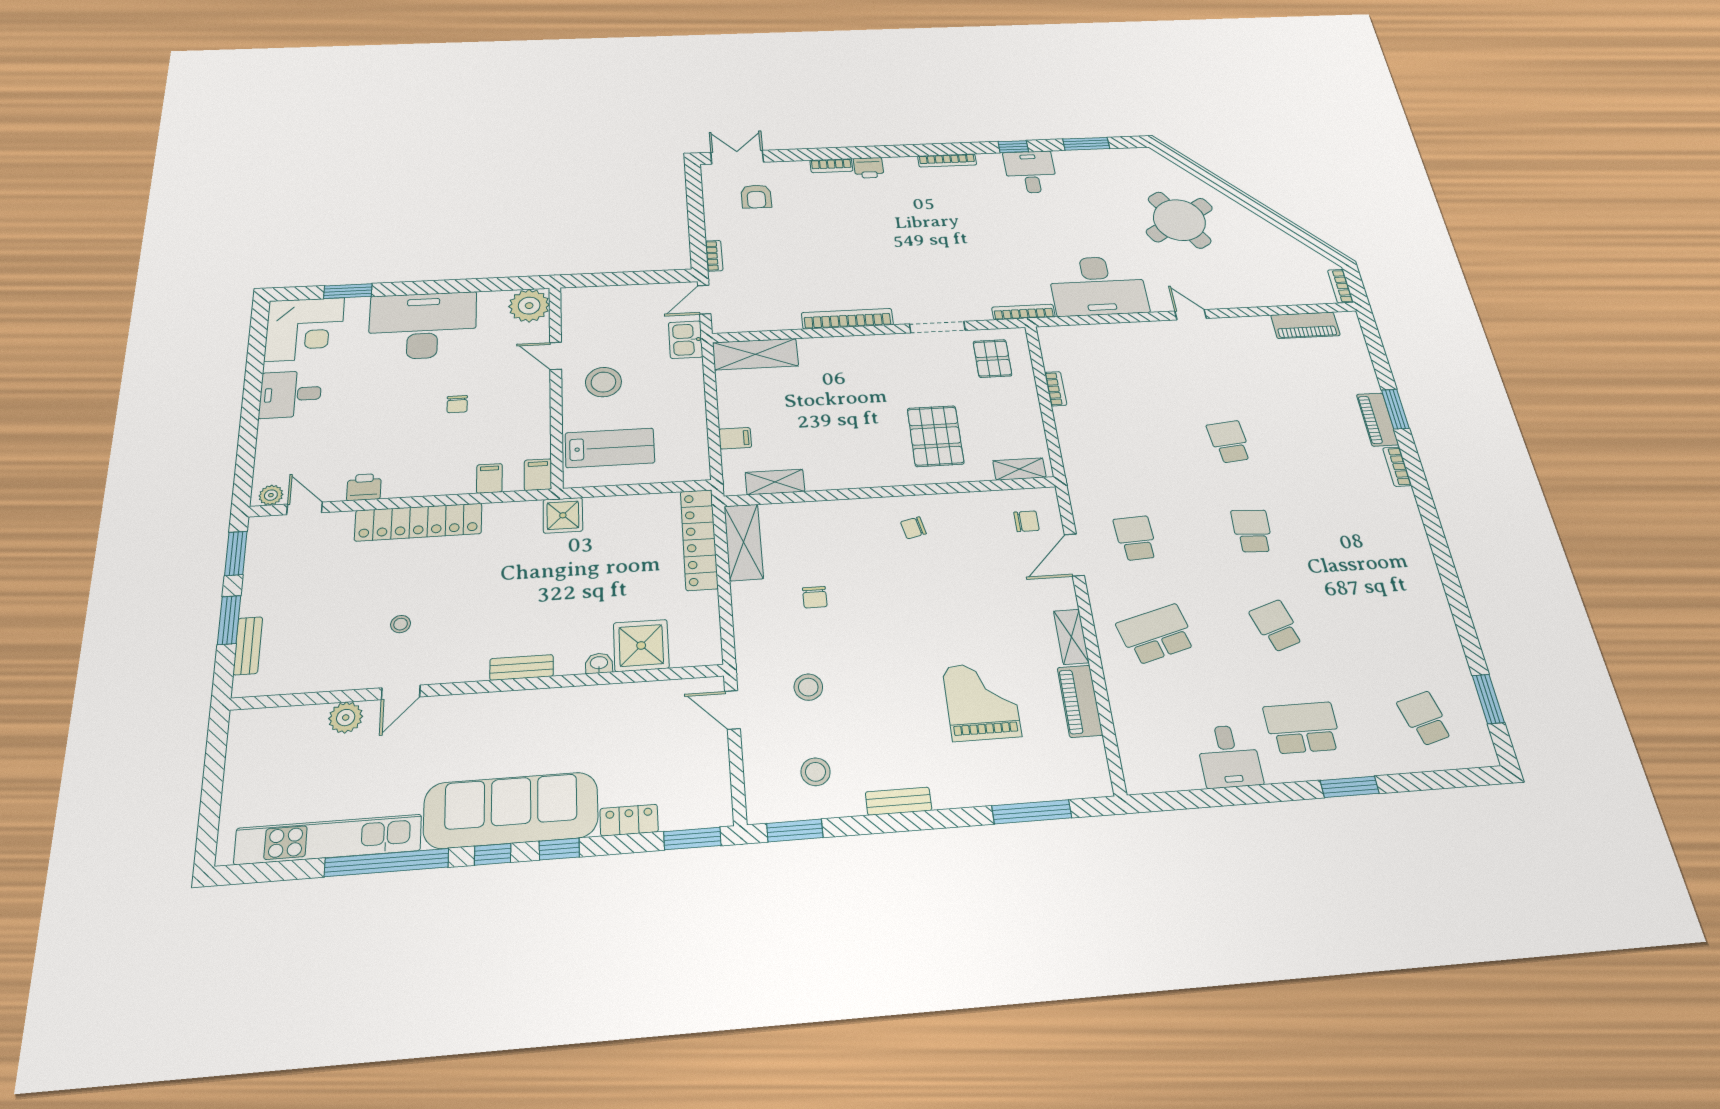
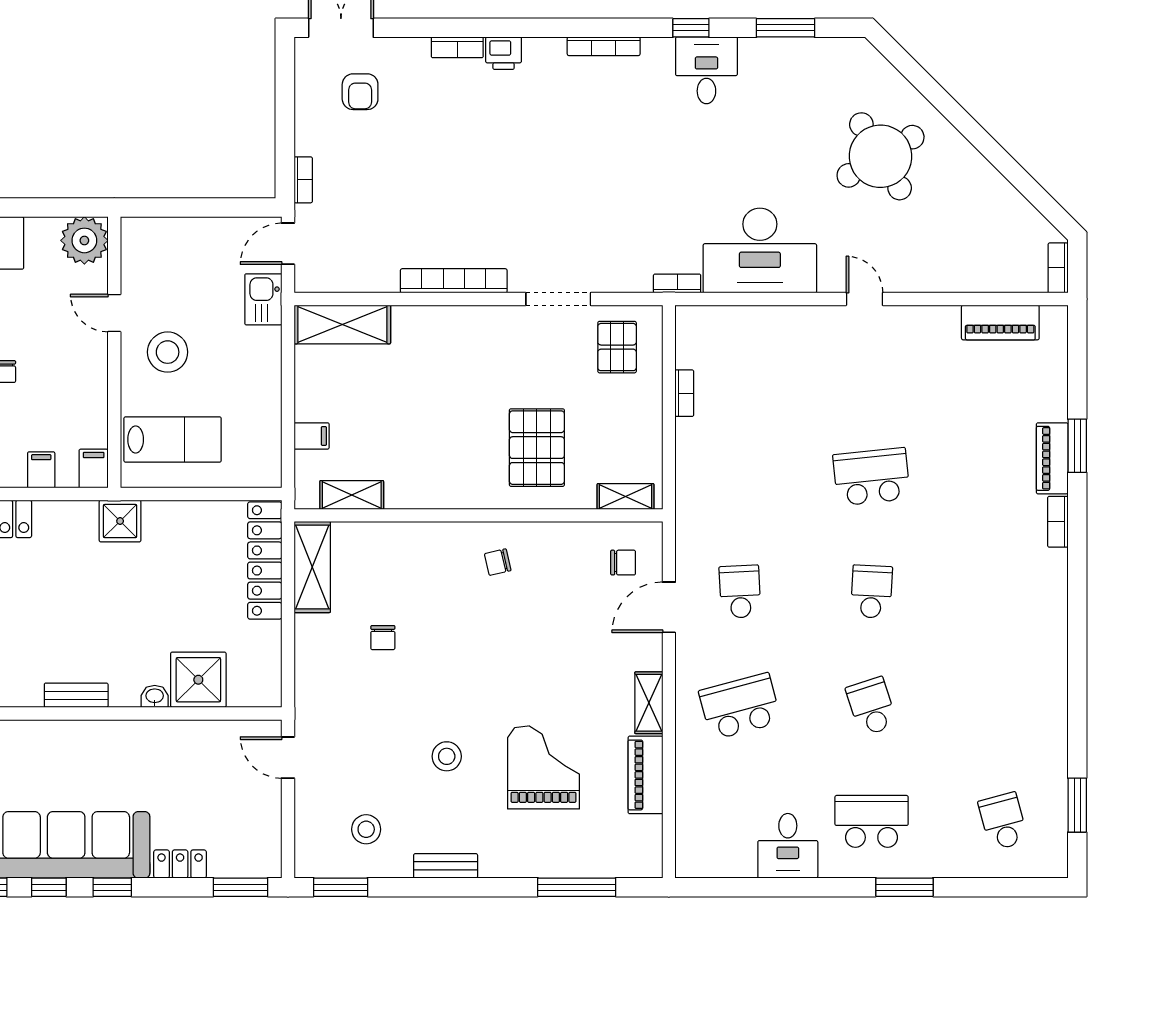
bookcase: (1023, 312) -> (677, 283), width x0.64
school desk: (1229, 442) -> (872, 477), width x1.85
stool: (808, 687) -> (447, 756), moved

